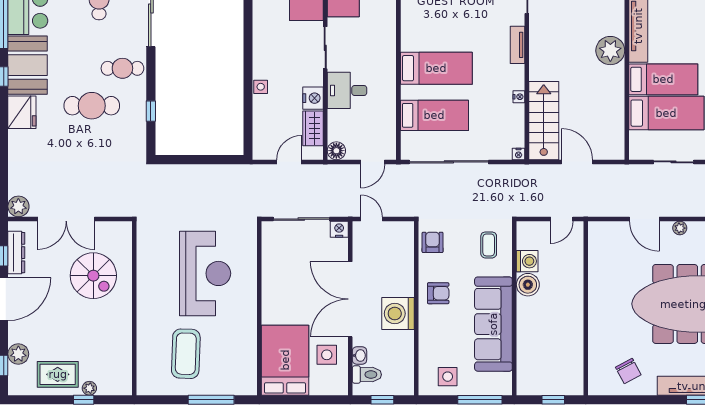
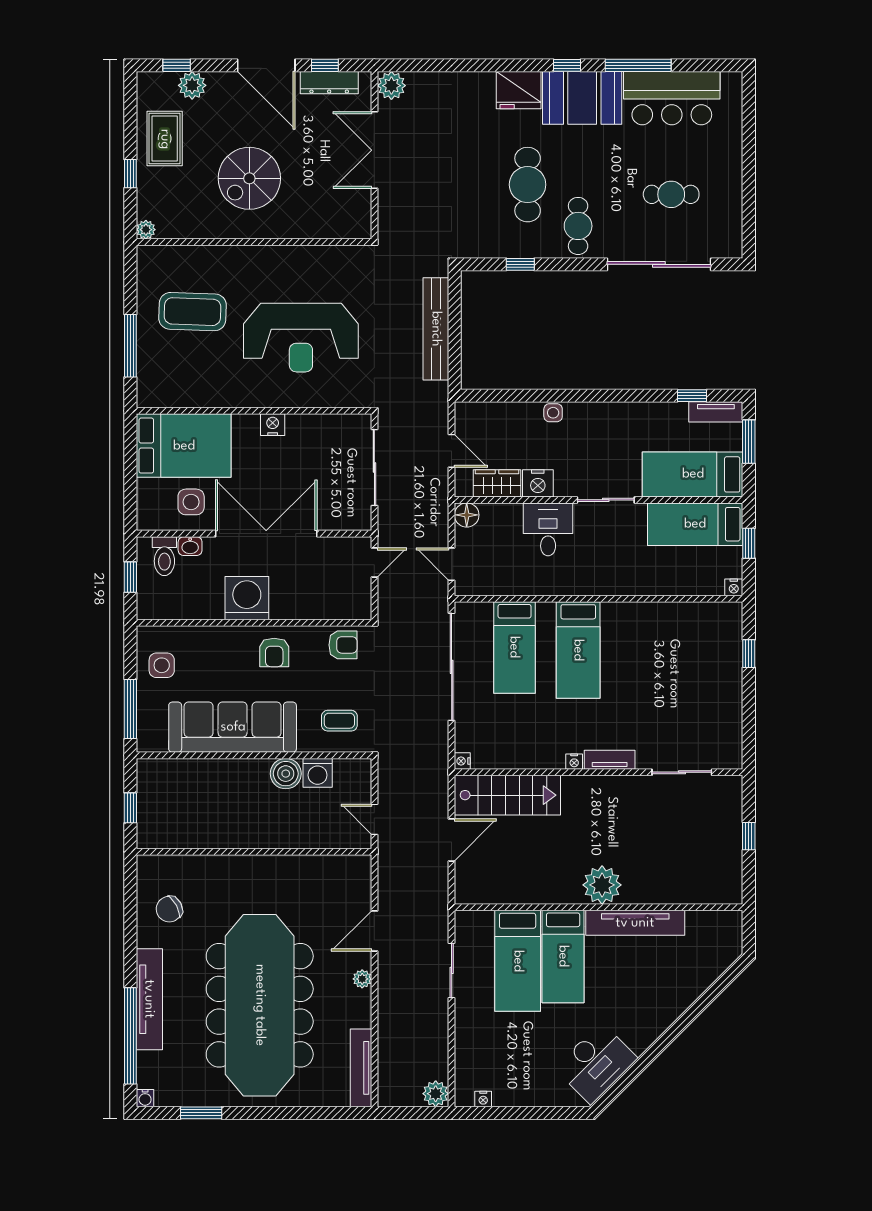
nightstand: (519, 97) -> (574, 762), moved
bench: (199, 173) -> (436, 329), added
nightstand: (339, 229) -> (273, 425), moved, turned -90
spiral stairs: (93, 276) -> (249, 178), moved
plant: (89, 388) -> (146, 230), moved

